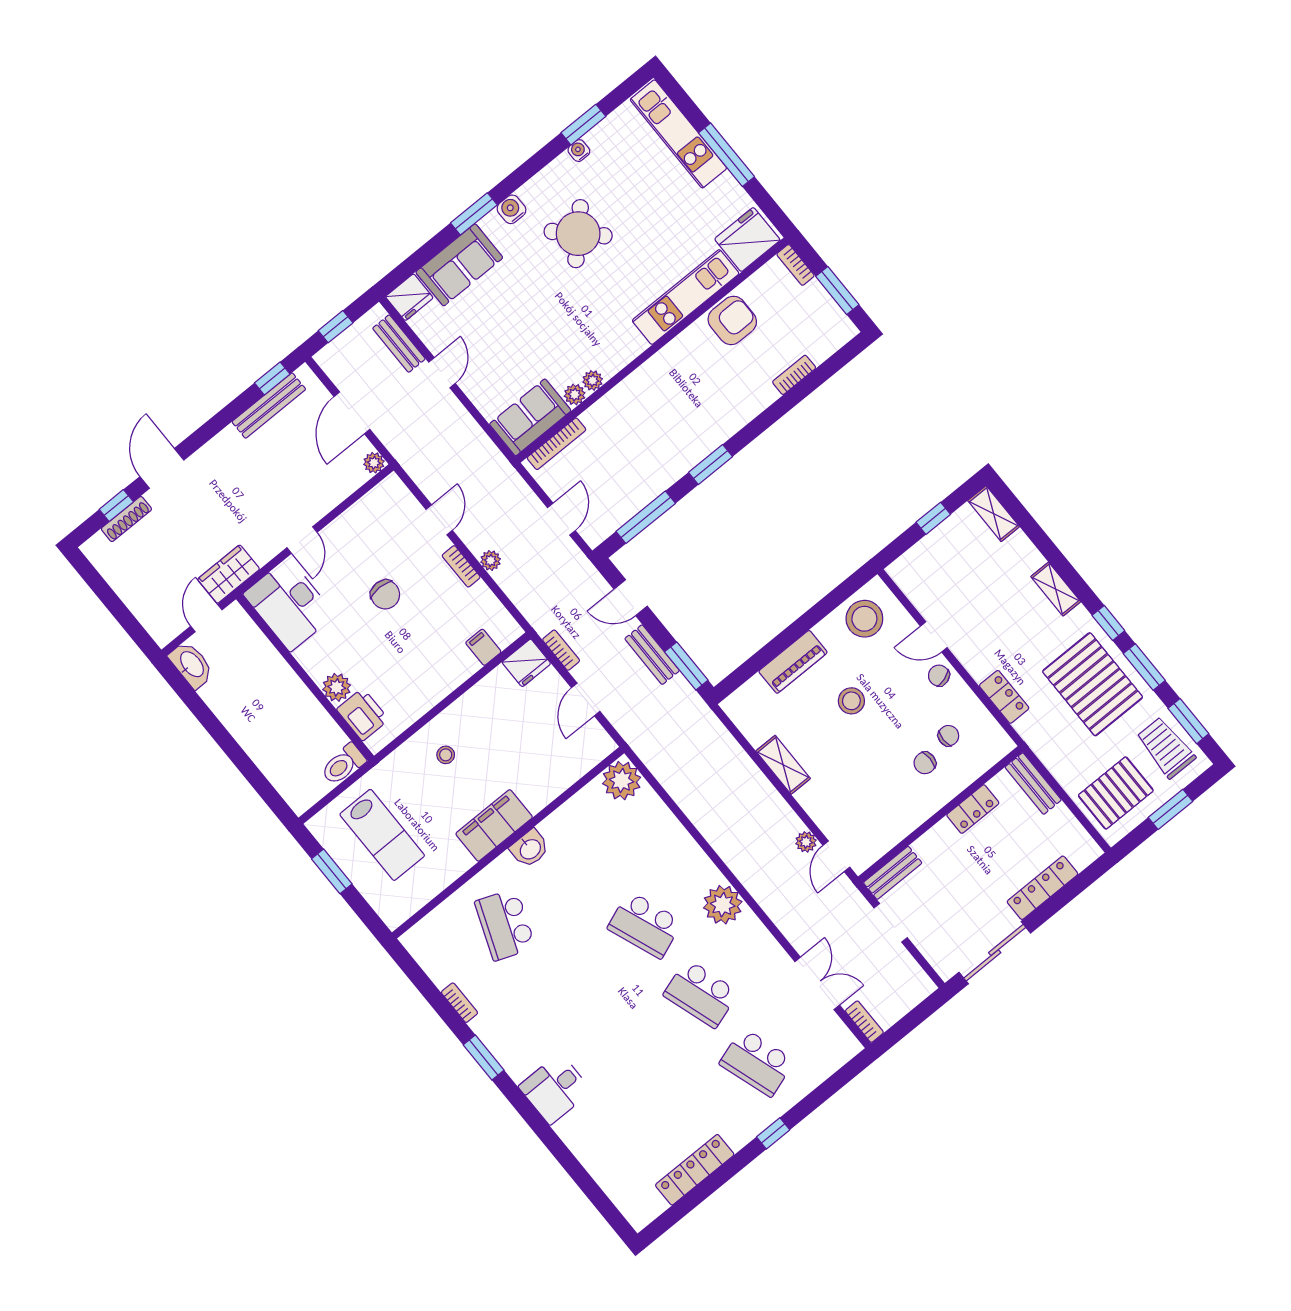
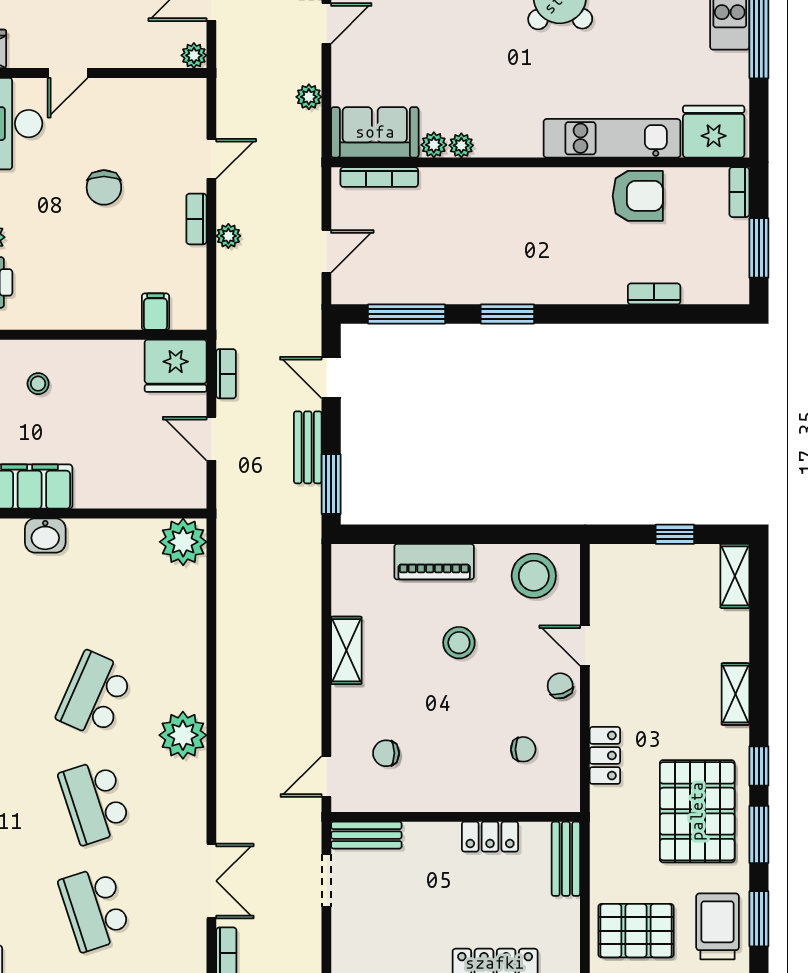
fridge: (526, 663) -> (176, 366), width x1.36, depth x1.34
door: (586, 700) -> (211, 439), hinge flipped
chair: (925, 763) -> (386, 753), moved
plant: (806, 842) -> (309, 97), moved
school desk: (645, 925) -> (95, 695), turned 45

